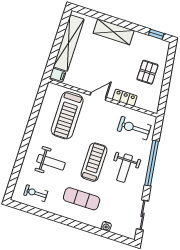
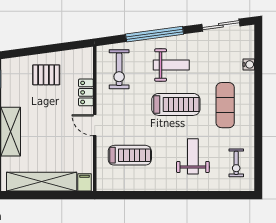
treadmill: (67, 115) -> (130, 155), width x0.73, depth x0.73
treadmill: (94, 162) -> (176, 104), turned 180

